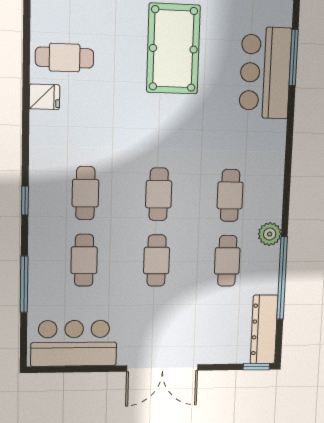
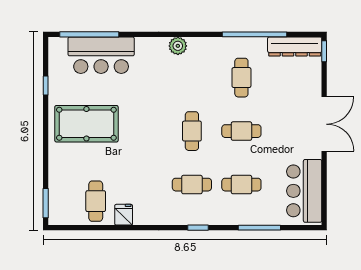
window: (294, 58) -> (89, 34), width x1.46
cafe table: (159, 194) -> (192, 131), turned 90
cafe table: (230, 195) -> (192, 78), removed
plant: (270, 234) -> (178, 46), moved
cafe table: (227, 261) -> (241, 78), turned 90

